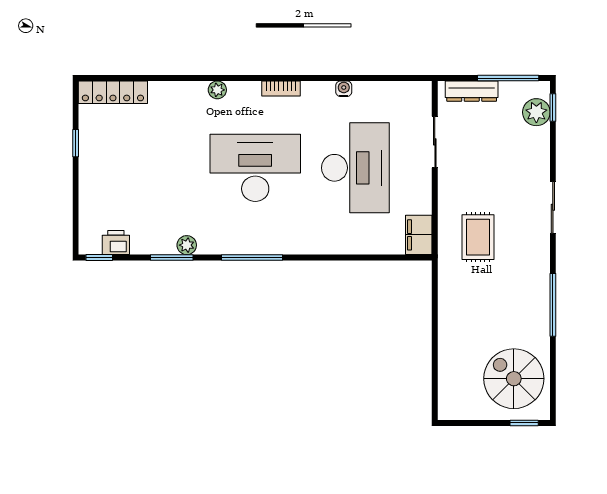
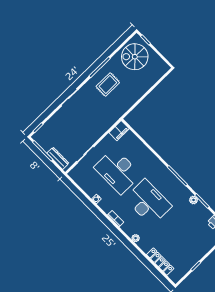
locker: (113, 92) -> (160, 262), moved
plant: (536, 112) -> (45, 132), removed
desk: (255, 168) -> (148, 202), turned 180
desk: (355, 168) -> (118, 171), turned -90
rug: (478, 237) -> (108, 84), moved
spiral stairs: (514, 379) -> (135, 57), turned 90

